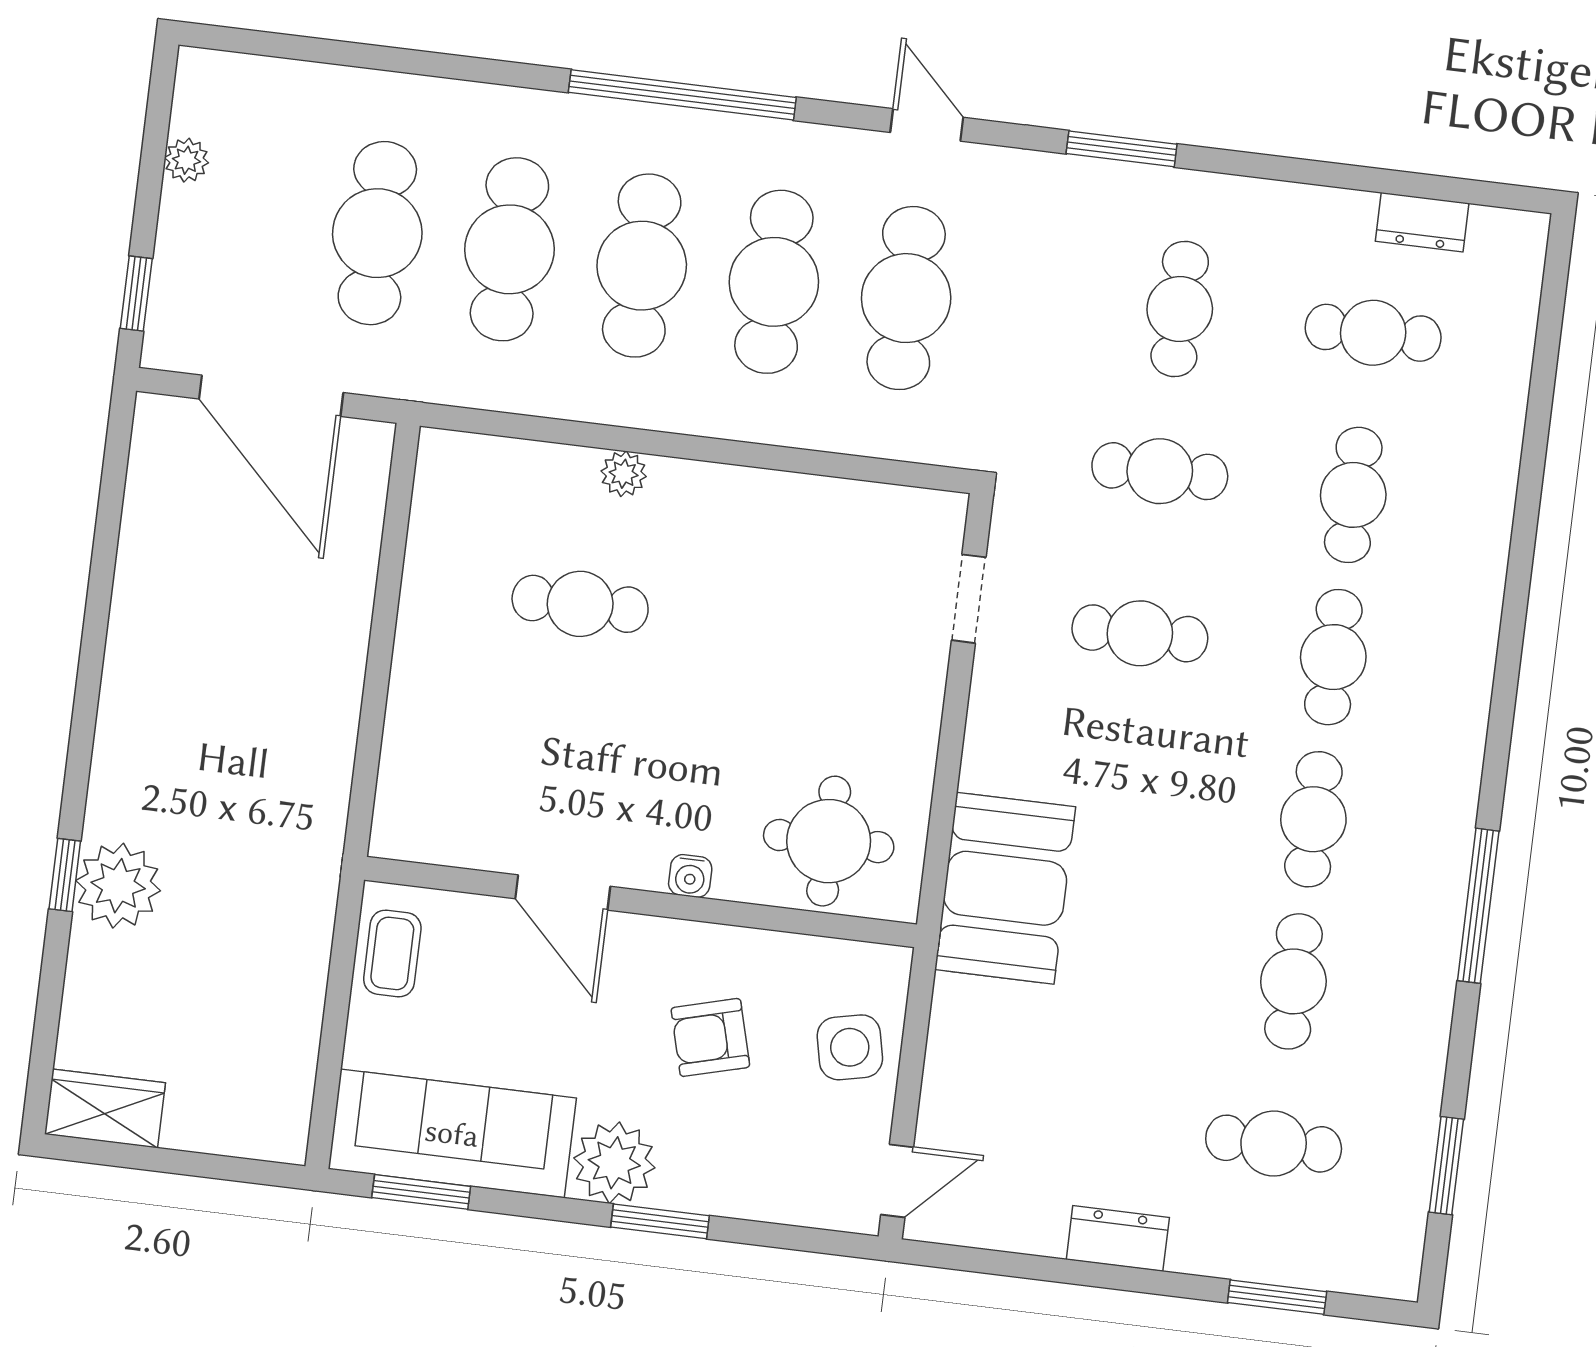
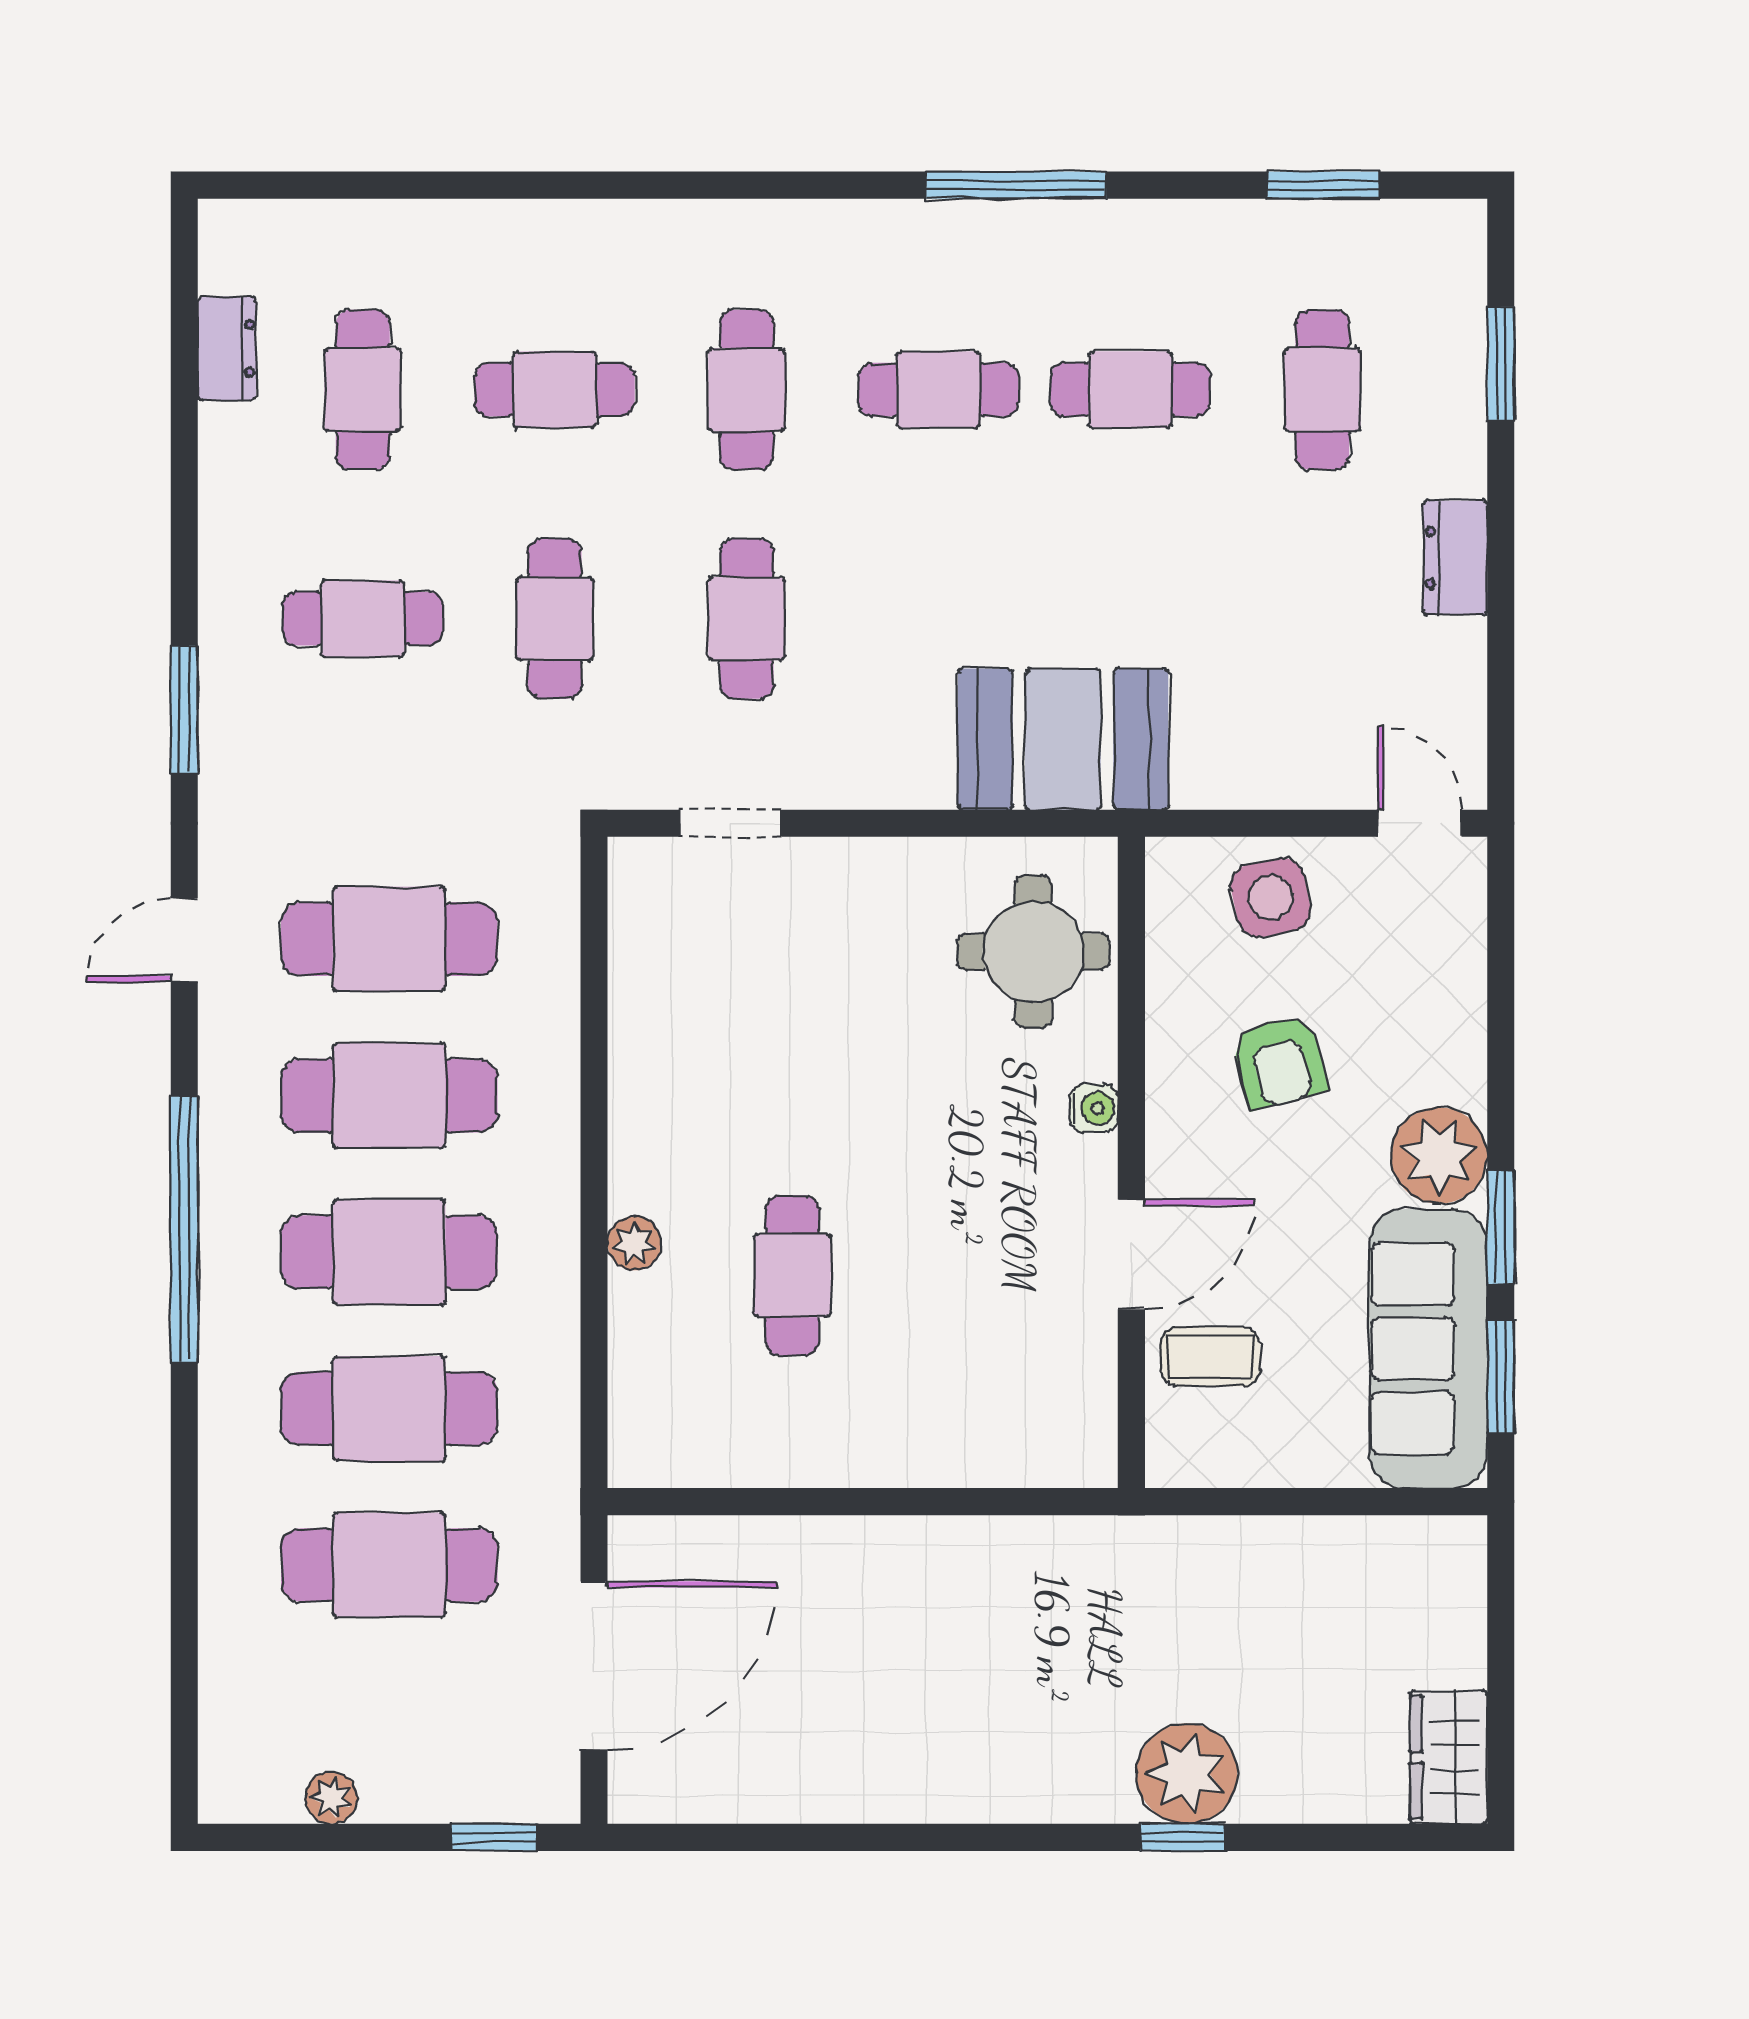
cafe table: (1333, 657) -> (747, 390), turned 90
coffee table: (392, 953) -> (1210, 1357), moved
window: (660, 1221) -> (1501, 1228), moved

